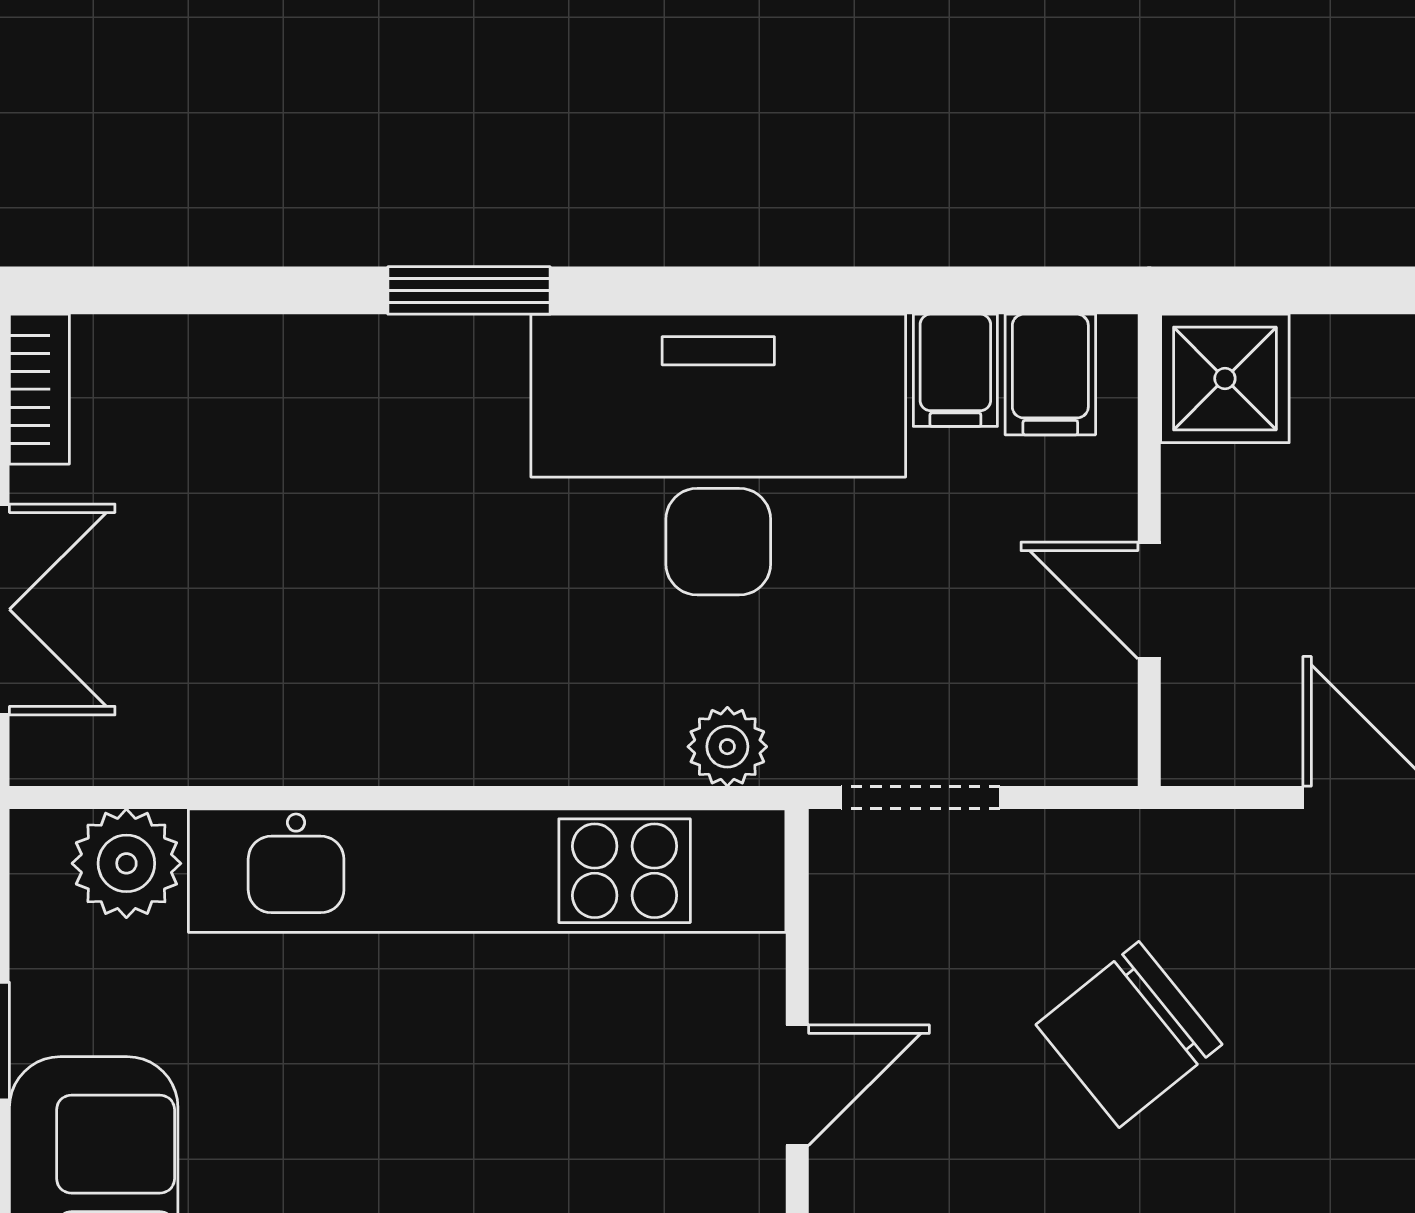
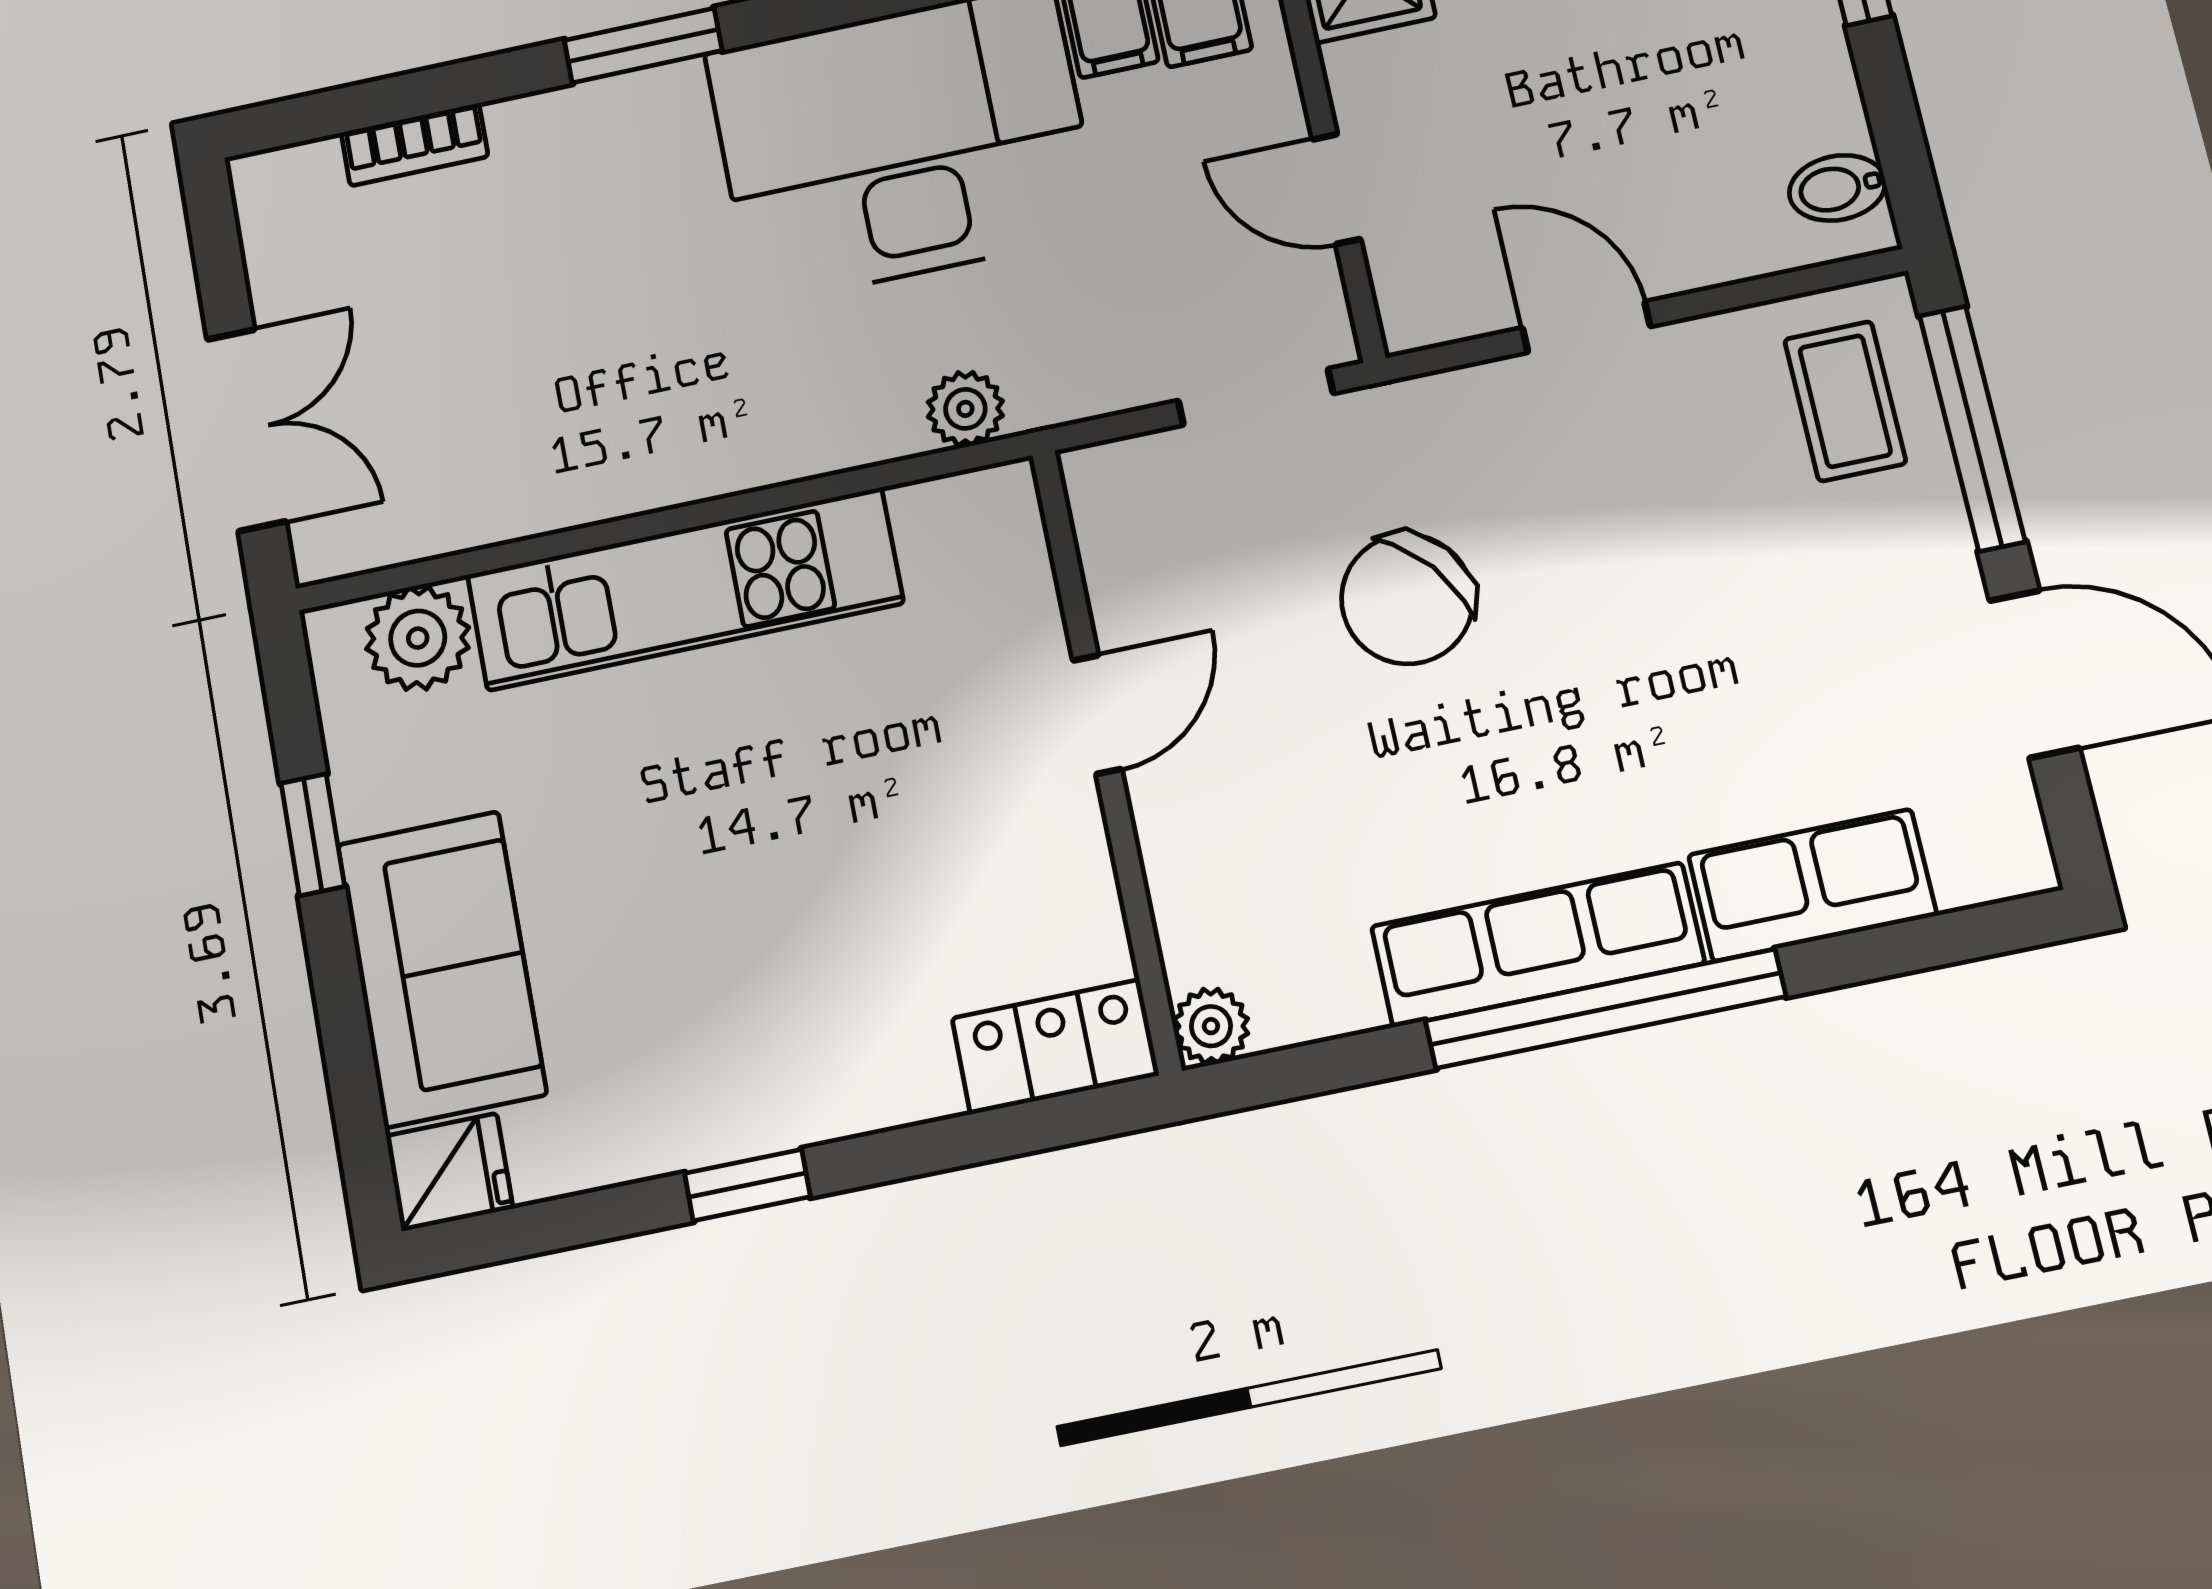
bookcase: (39, 389) -> (415, 145), moved, turned 90
doorway: (920, 798) -> (1256, 397), moved
kitchen unit: (487, 871) -> (685, 589), width x0.73

